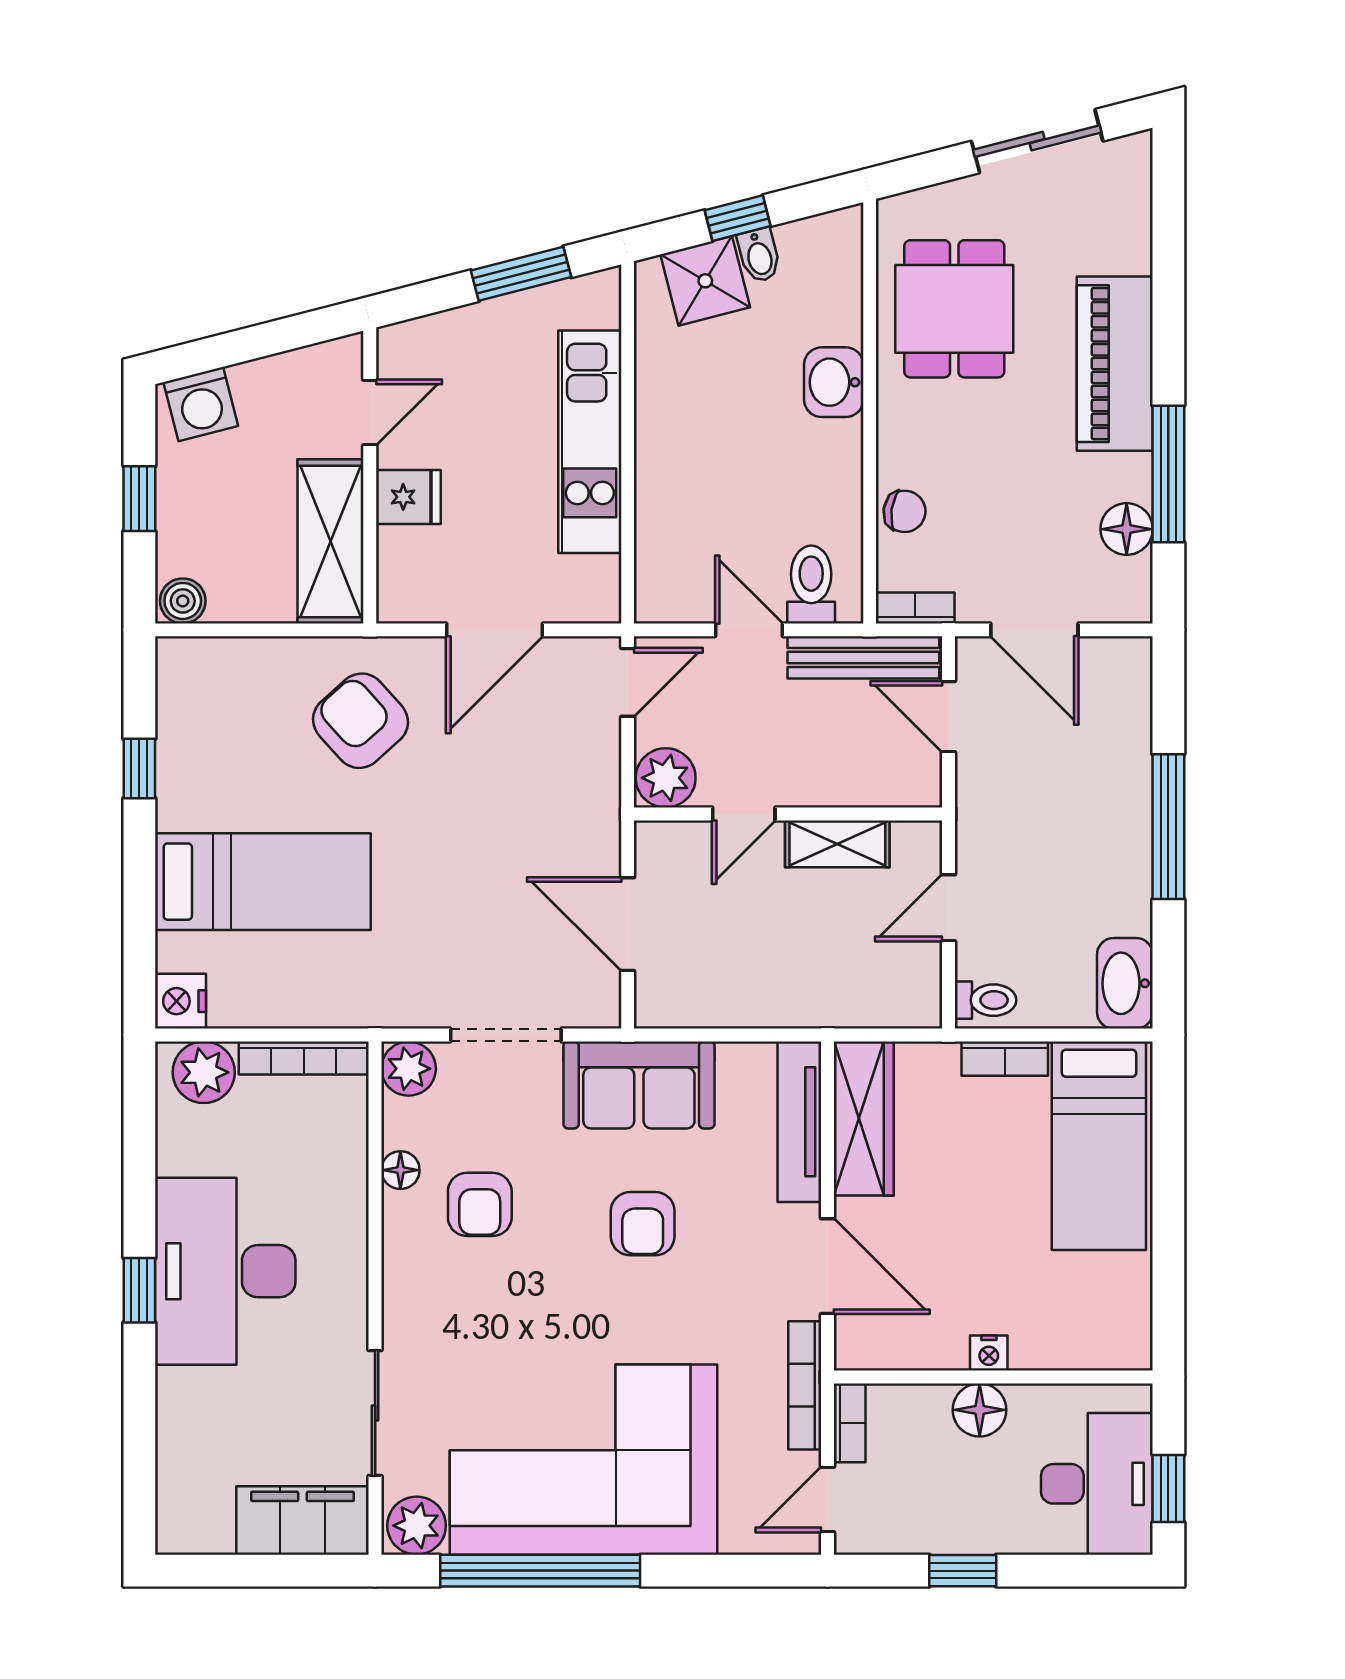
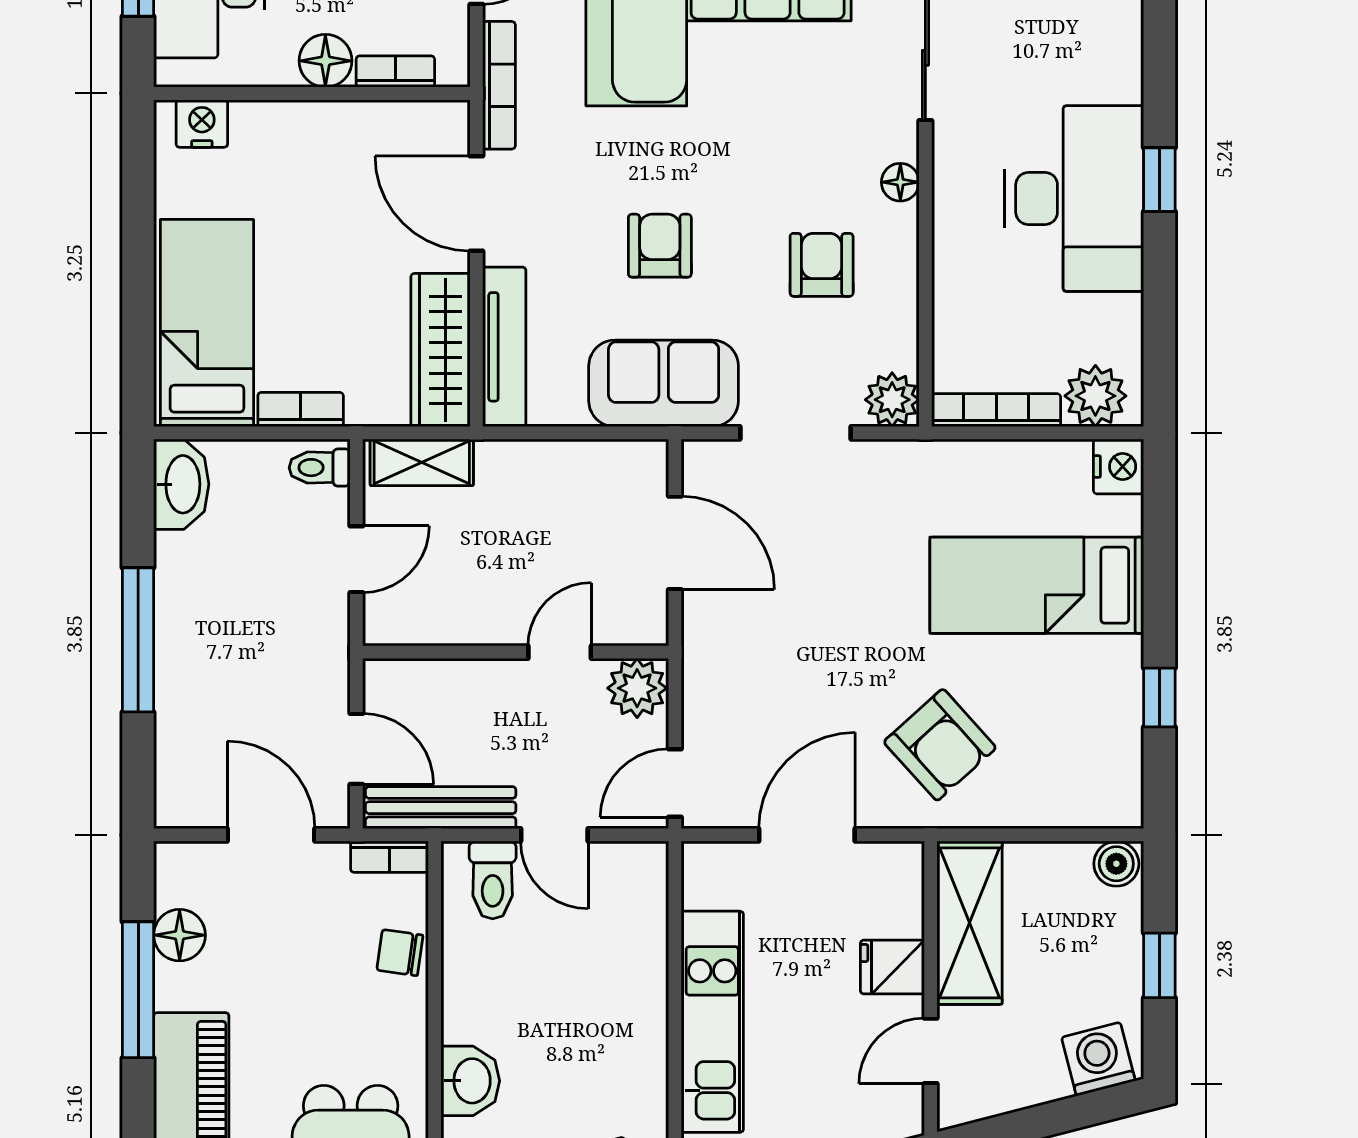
shelving: (837, 844) -> (422, 462), moved
floor lamp: (400, 1170) -> (900, 182), moved
nightstand: (989, 1353) -> (202, 124), moved, width x1.39, depth x1.35
bookcase: (850, 1423) -> (395, 72), moved, turned 90

